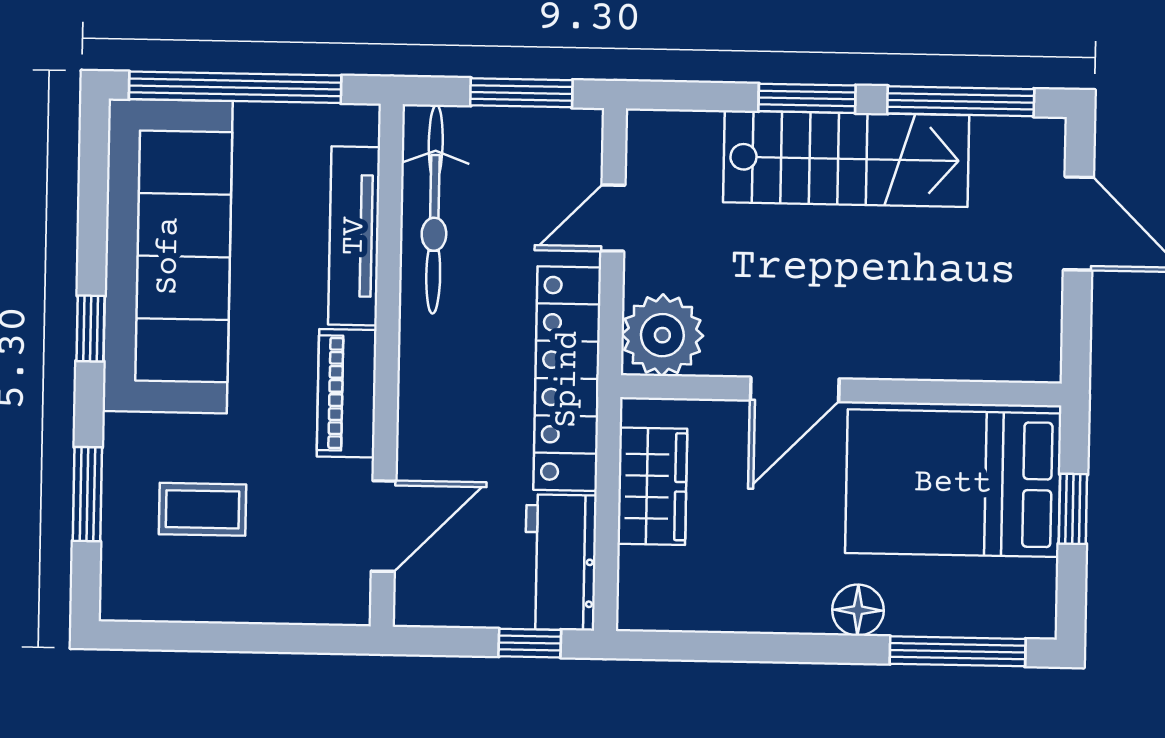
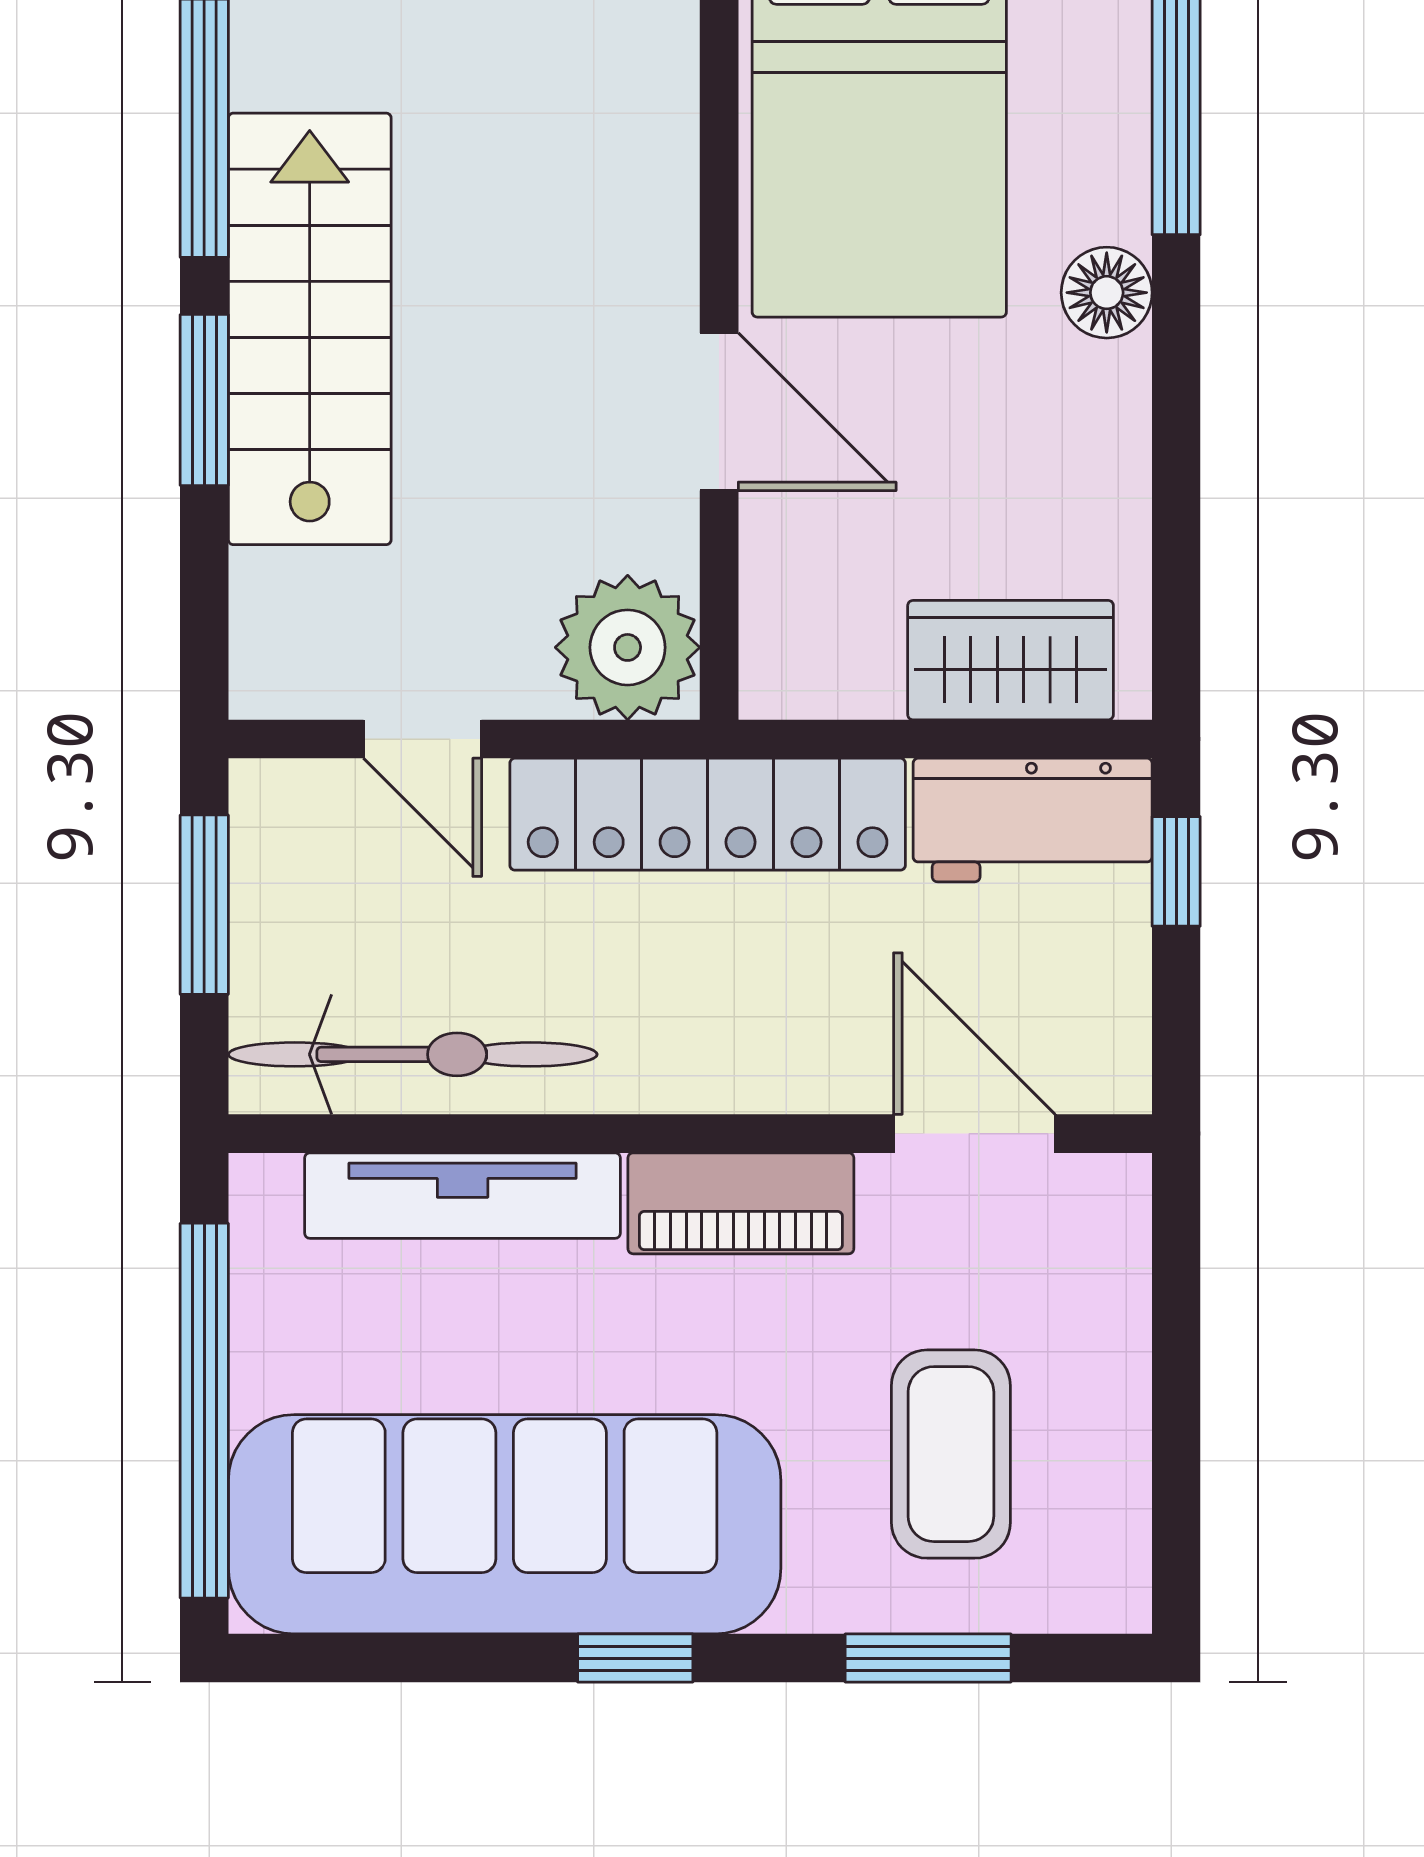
wardrobe: (652, 486) -> (1011, 660), moved
coffee table: (203, 509) -> (951, 1454), width x1.36, depth x1.30

